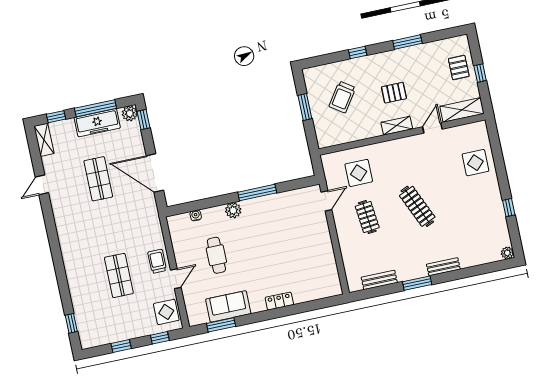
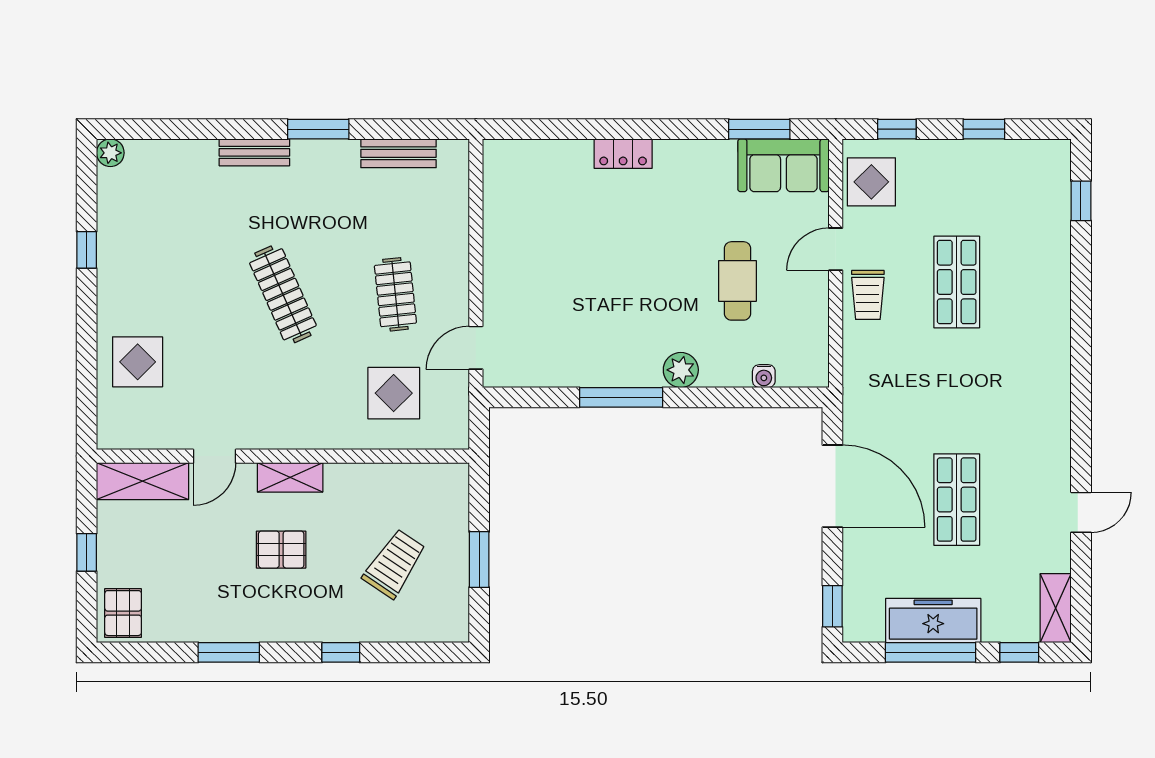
pallet: (459, 68) -> (123, 613), moved
plant: (130, 113) -> (859, 626), removed
sofa: (228, 306) -> (783, 165), moved

